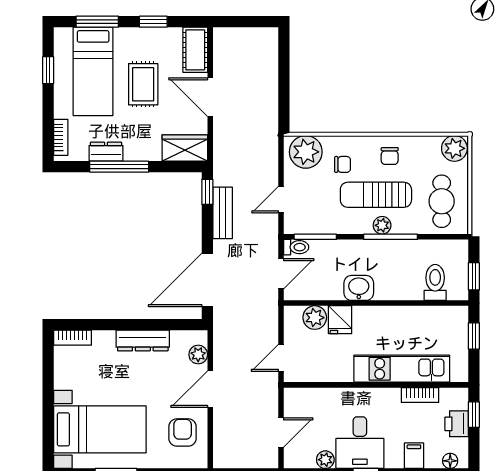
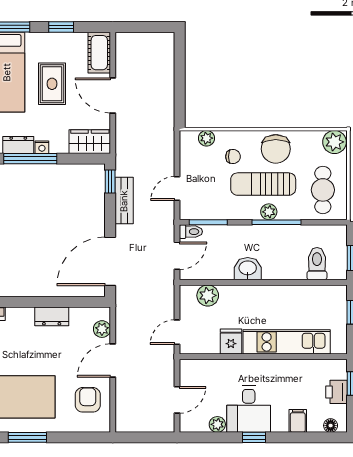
plant: (306, 152) -> (206, 138), width x0.53, depth x0.53
nightstand: (132, 154) -> (42, 147), added
chair: (390, 156) -> (276, 149), width x1.87, depth x1.87
fridge: (340, 320) -> (231, 342), moved, turned 180
dresser: (143, 341) -> (52, 316), width x0.70
bookcase: (420, 395) -> (303, 366), removed

